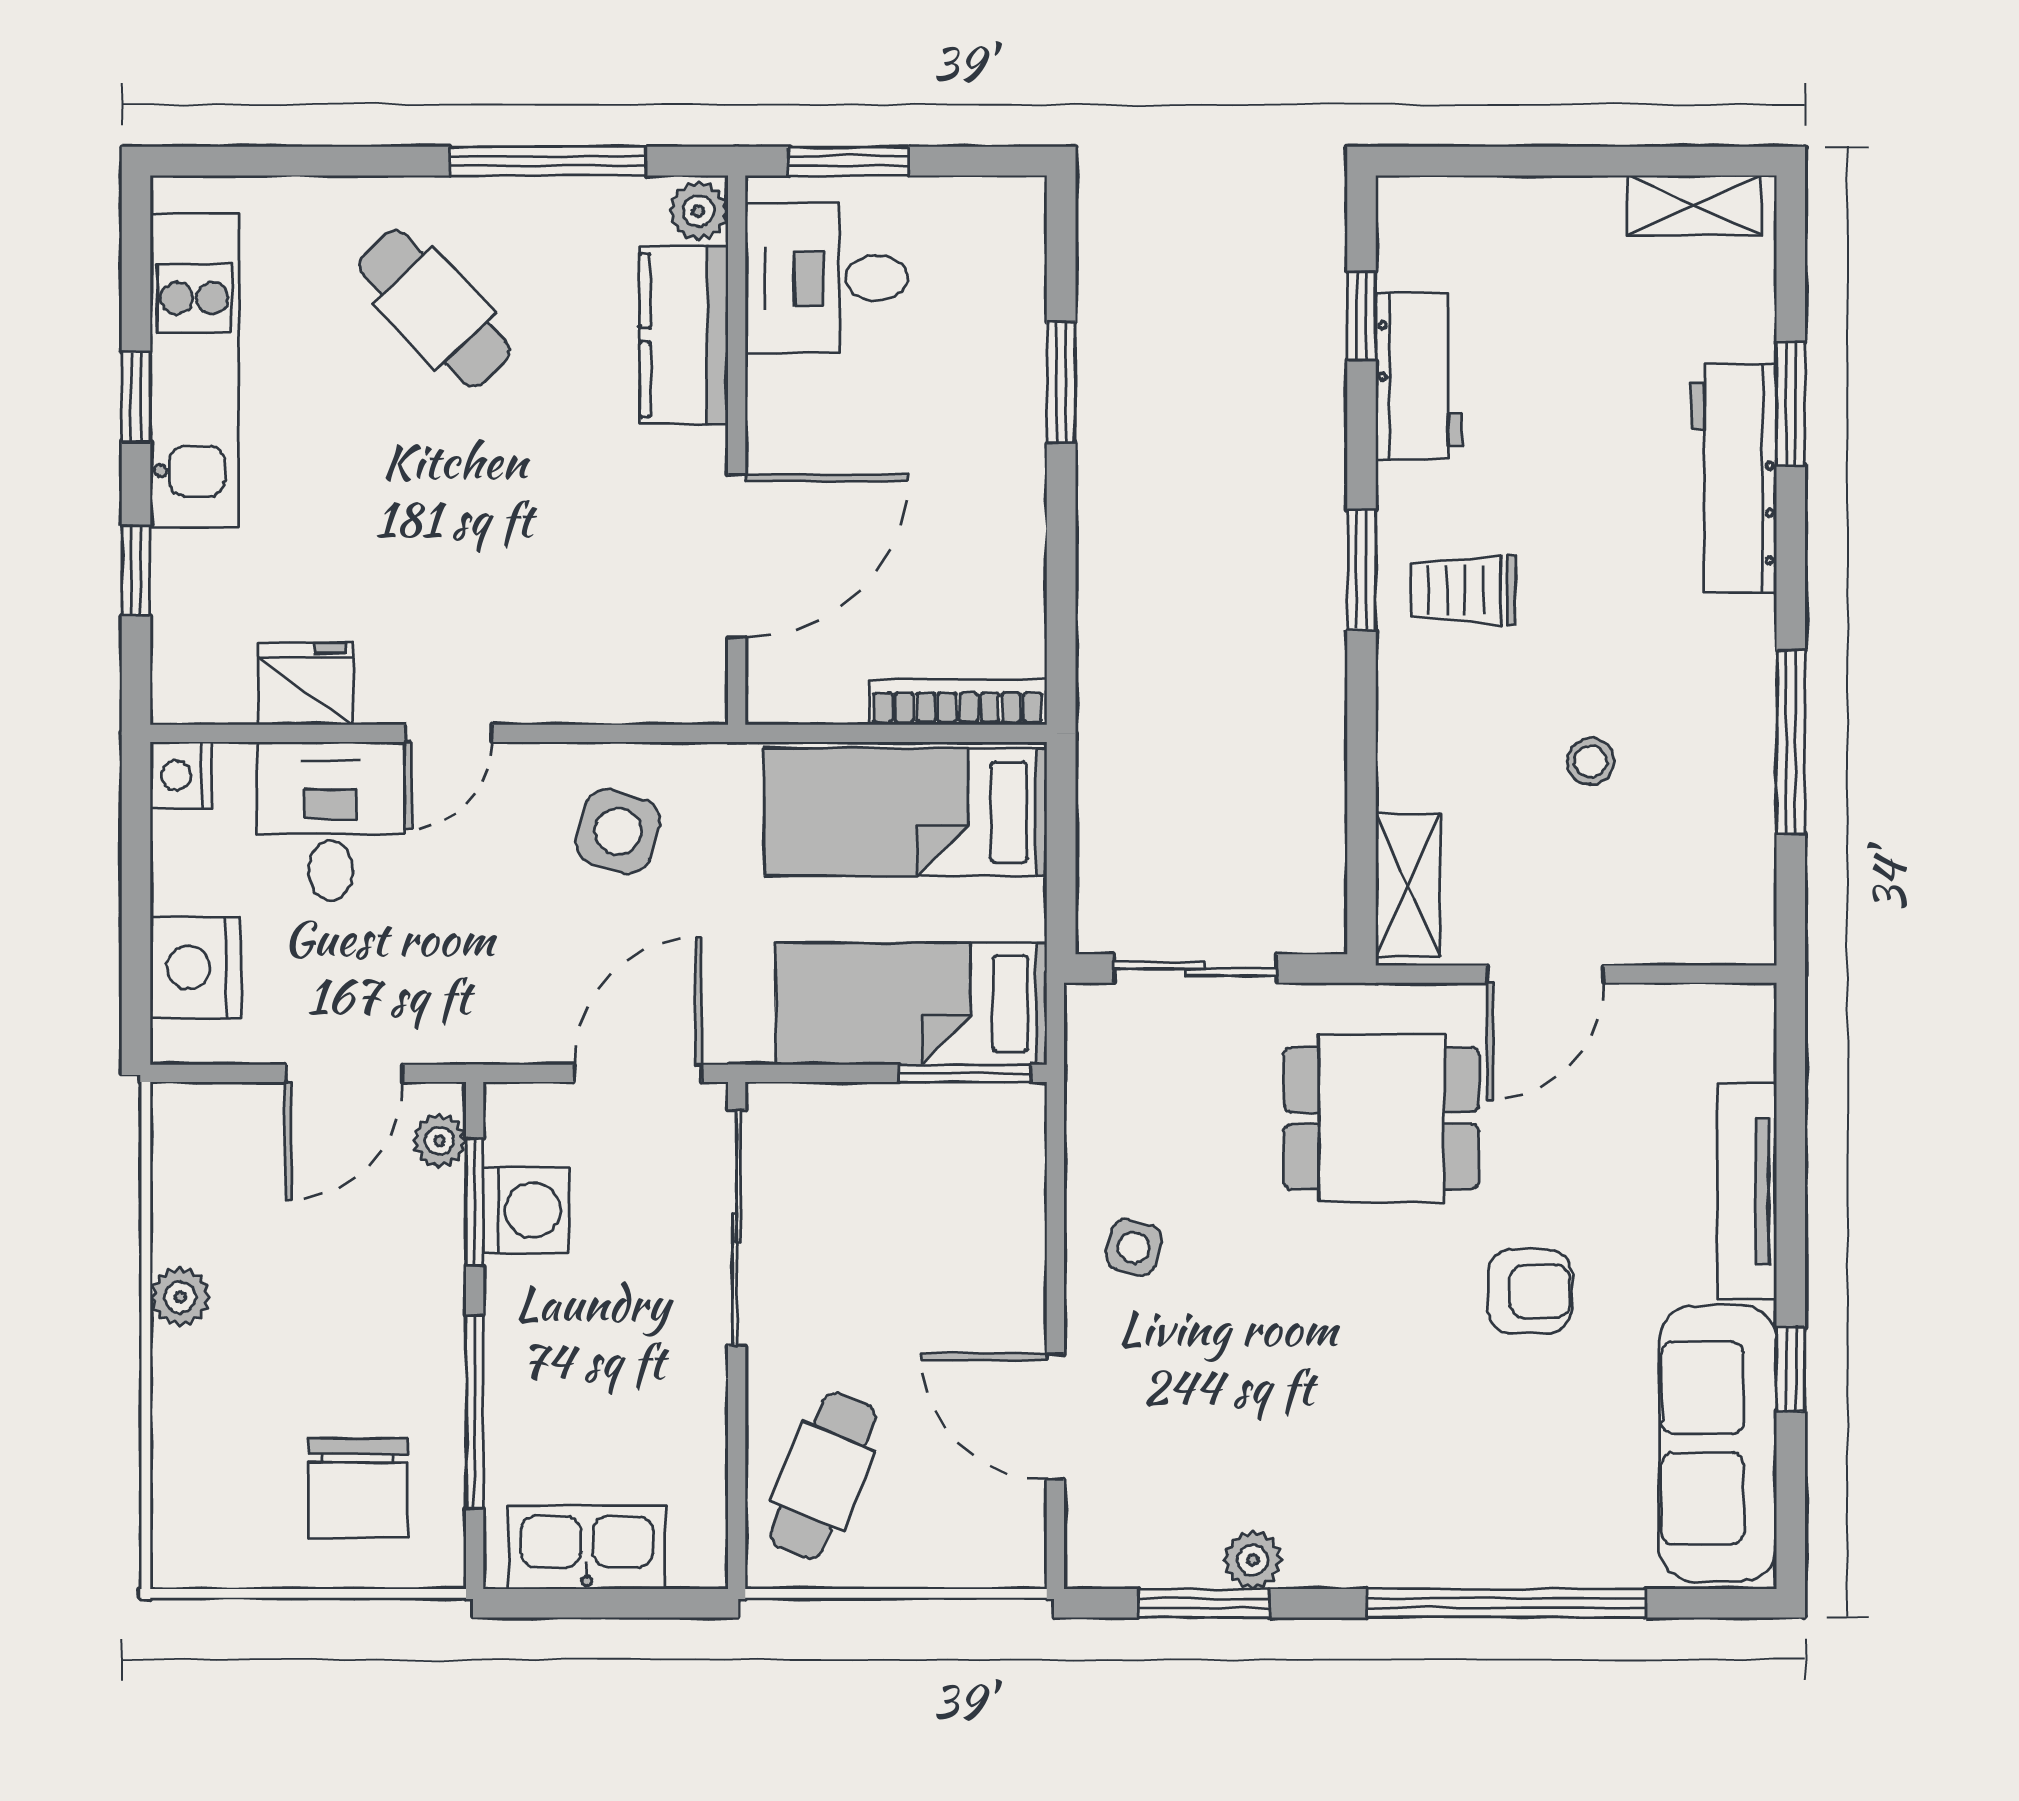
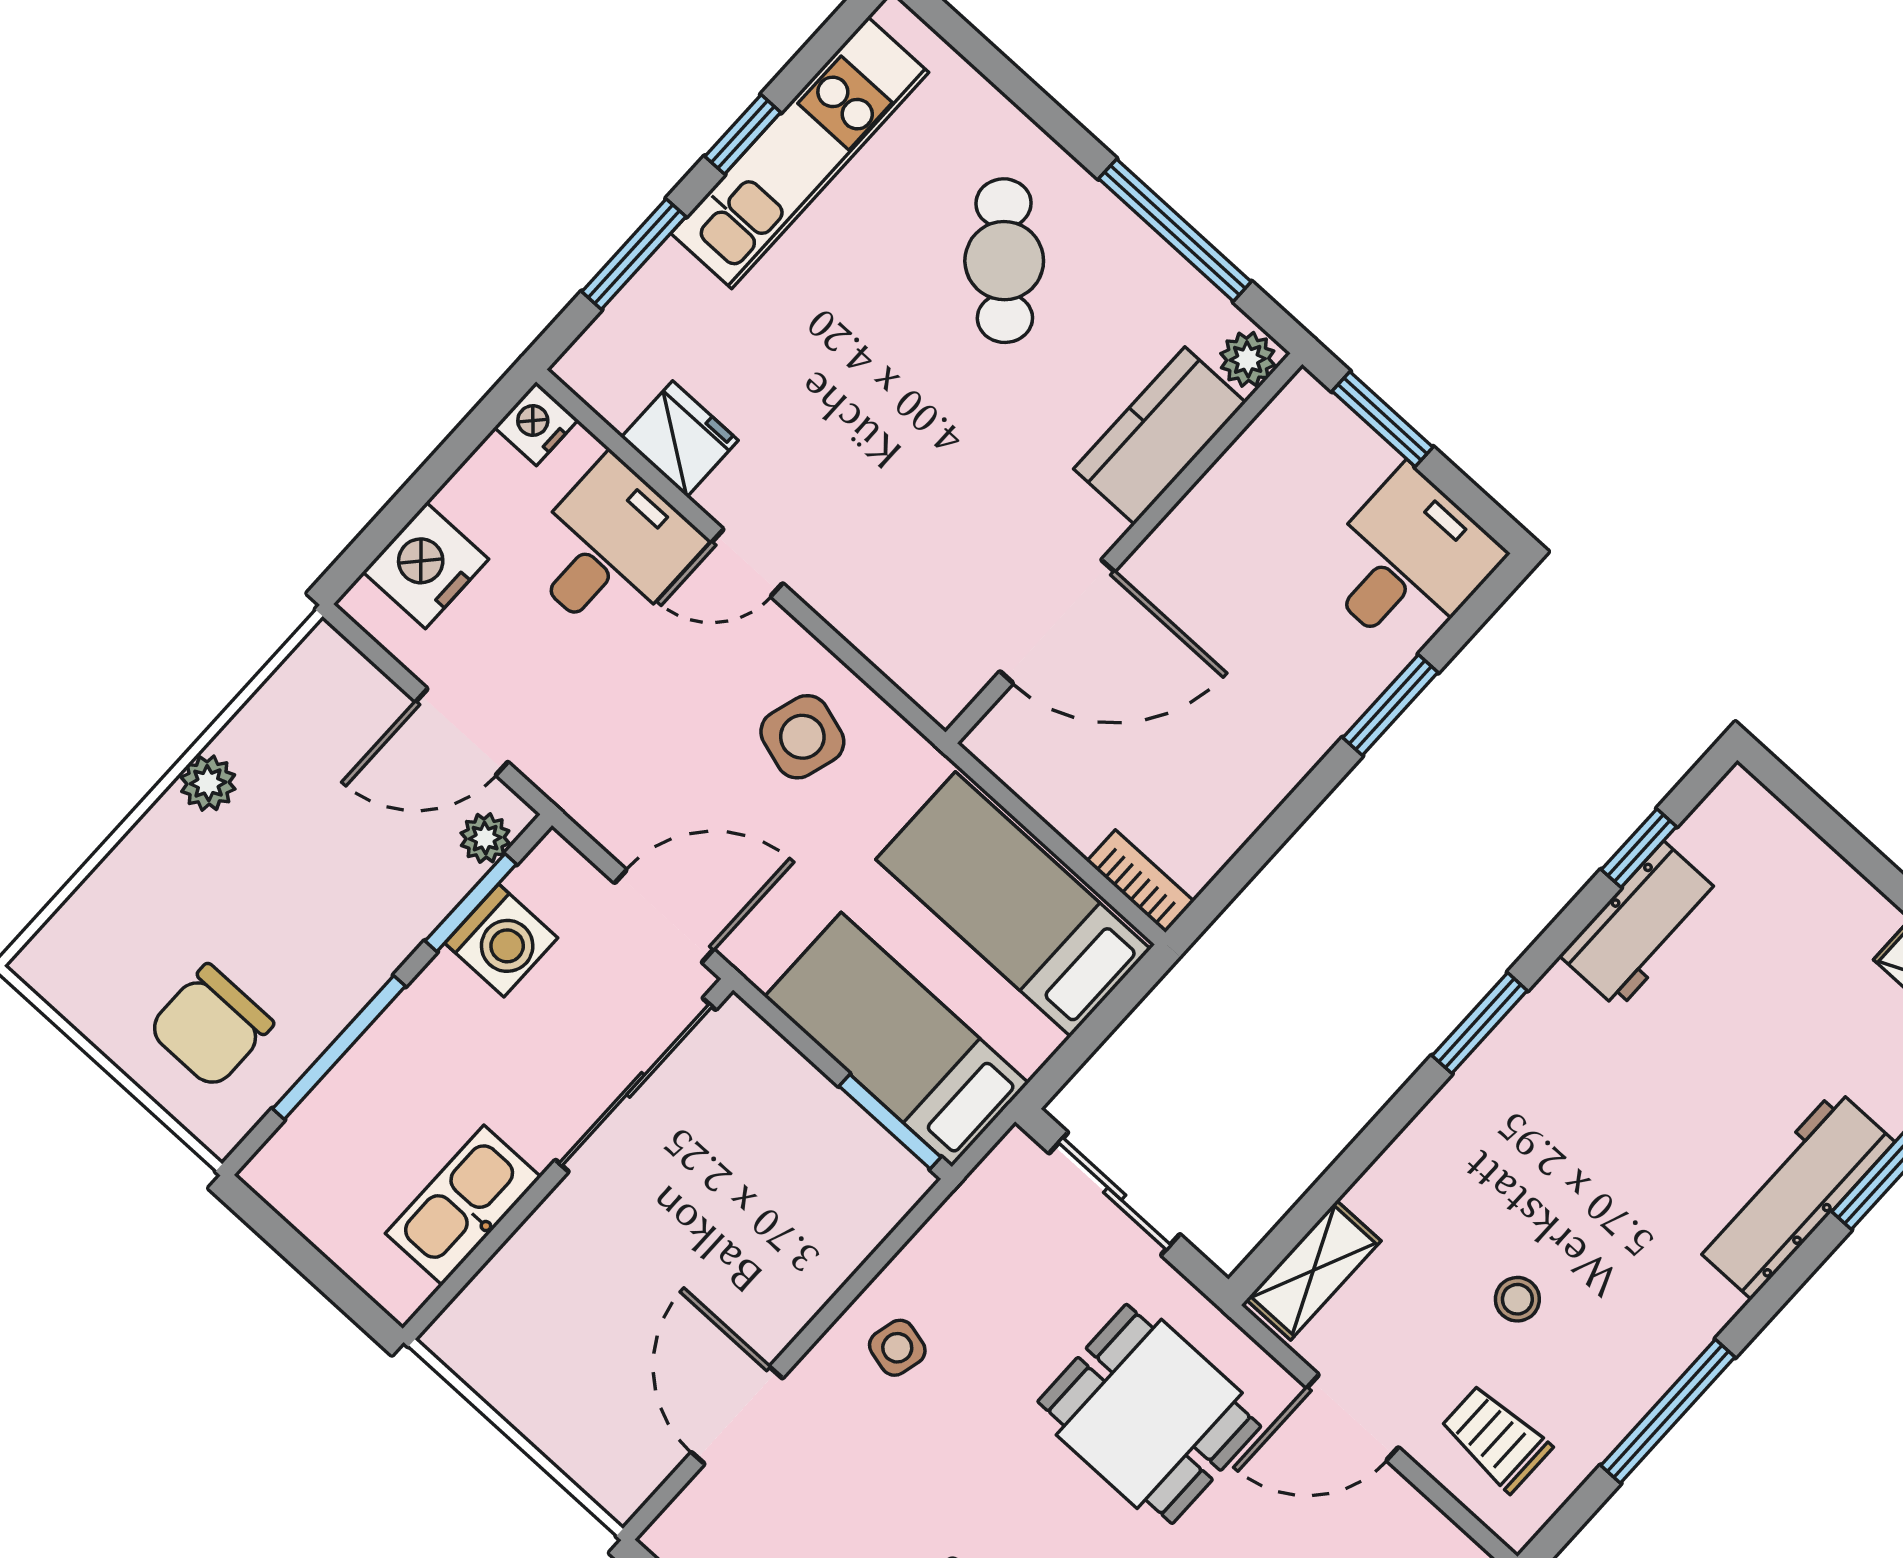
desk: (826, 278) -> (1408, 562), moved, turned 90
window: (136, 570) -> (634, 254), width x1.50
trolley: (1463, 590) -> (1496, 1438), moved
bookcase: (958, 702) -> (1140, 881), width x0.64
cafe table: (823, 1476) -> (539, 1310), removed
kitchen sink: (587, 1548) -> (463, 1205), moved, turned -90

